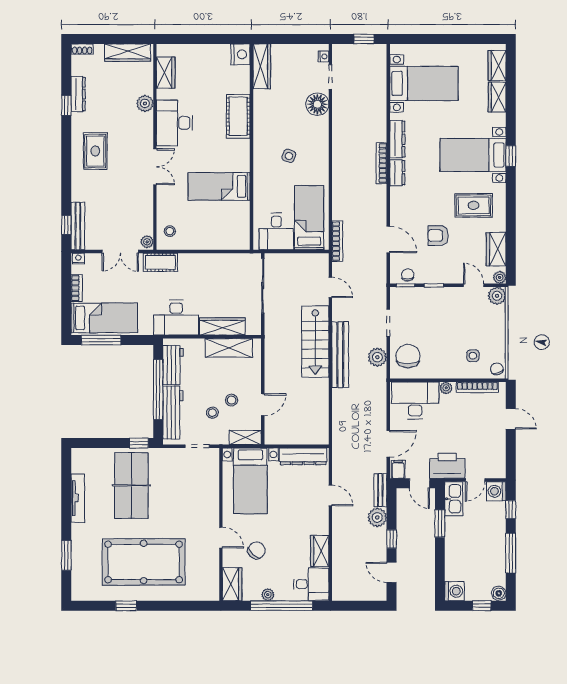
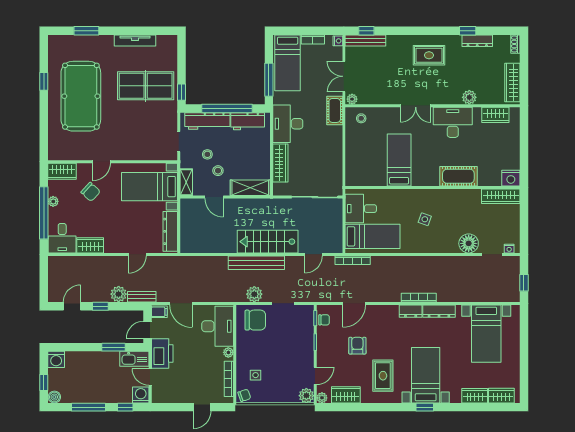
window: (101, 340) -> (269, 80), moved
shelving: (229, 348) -> (250, 188), moved, turned 90

